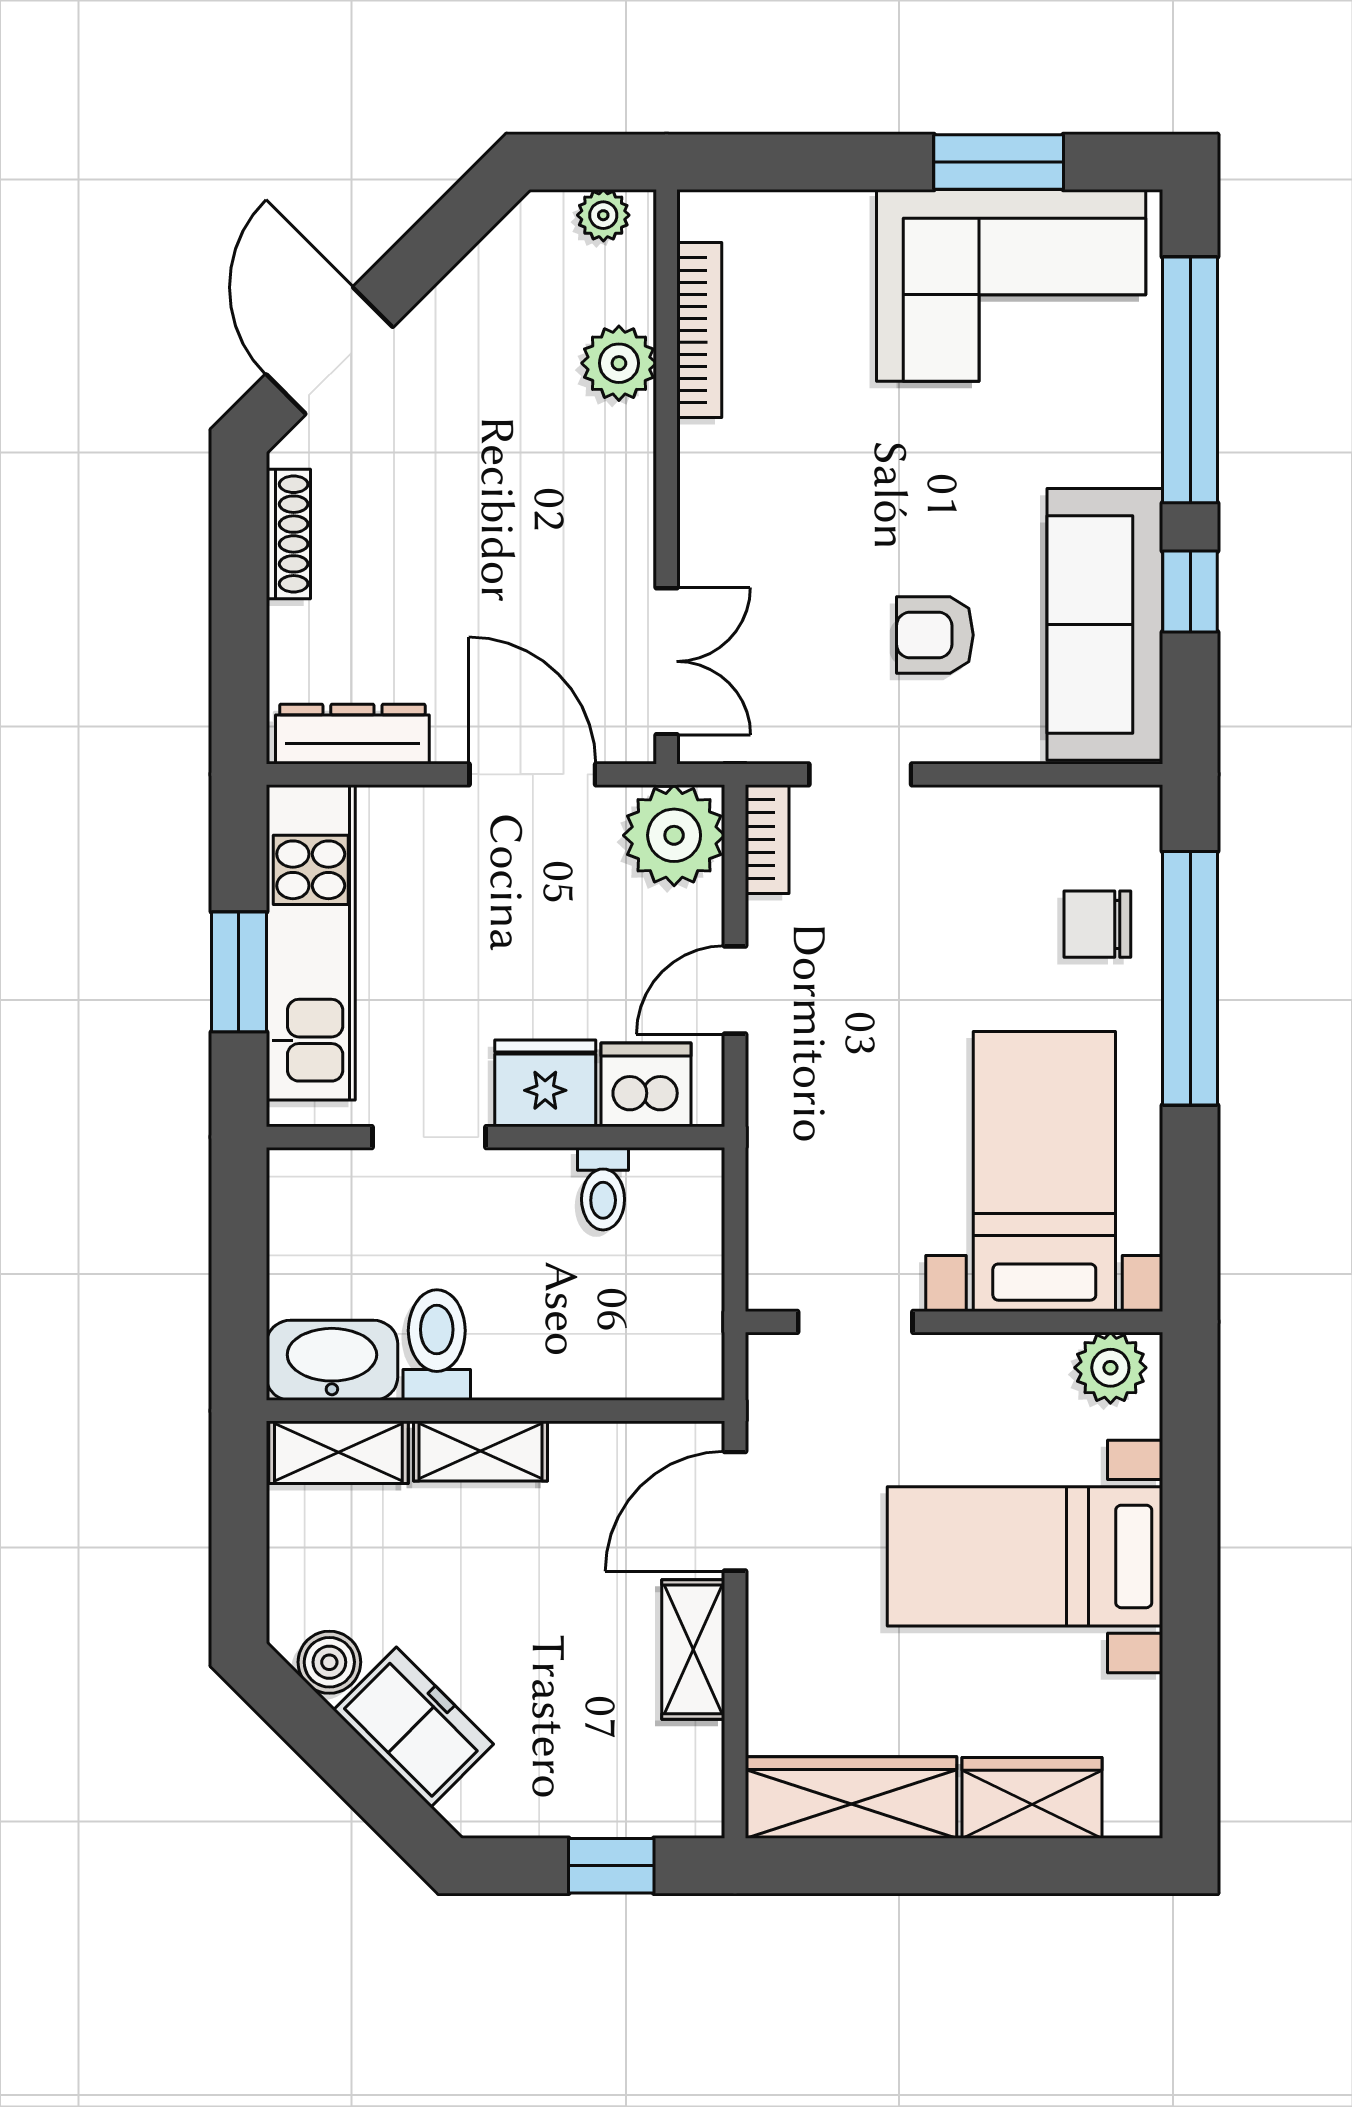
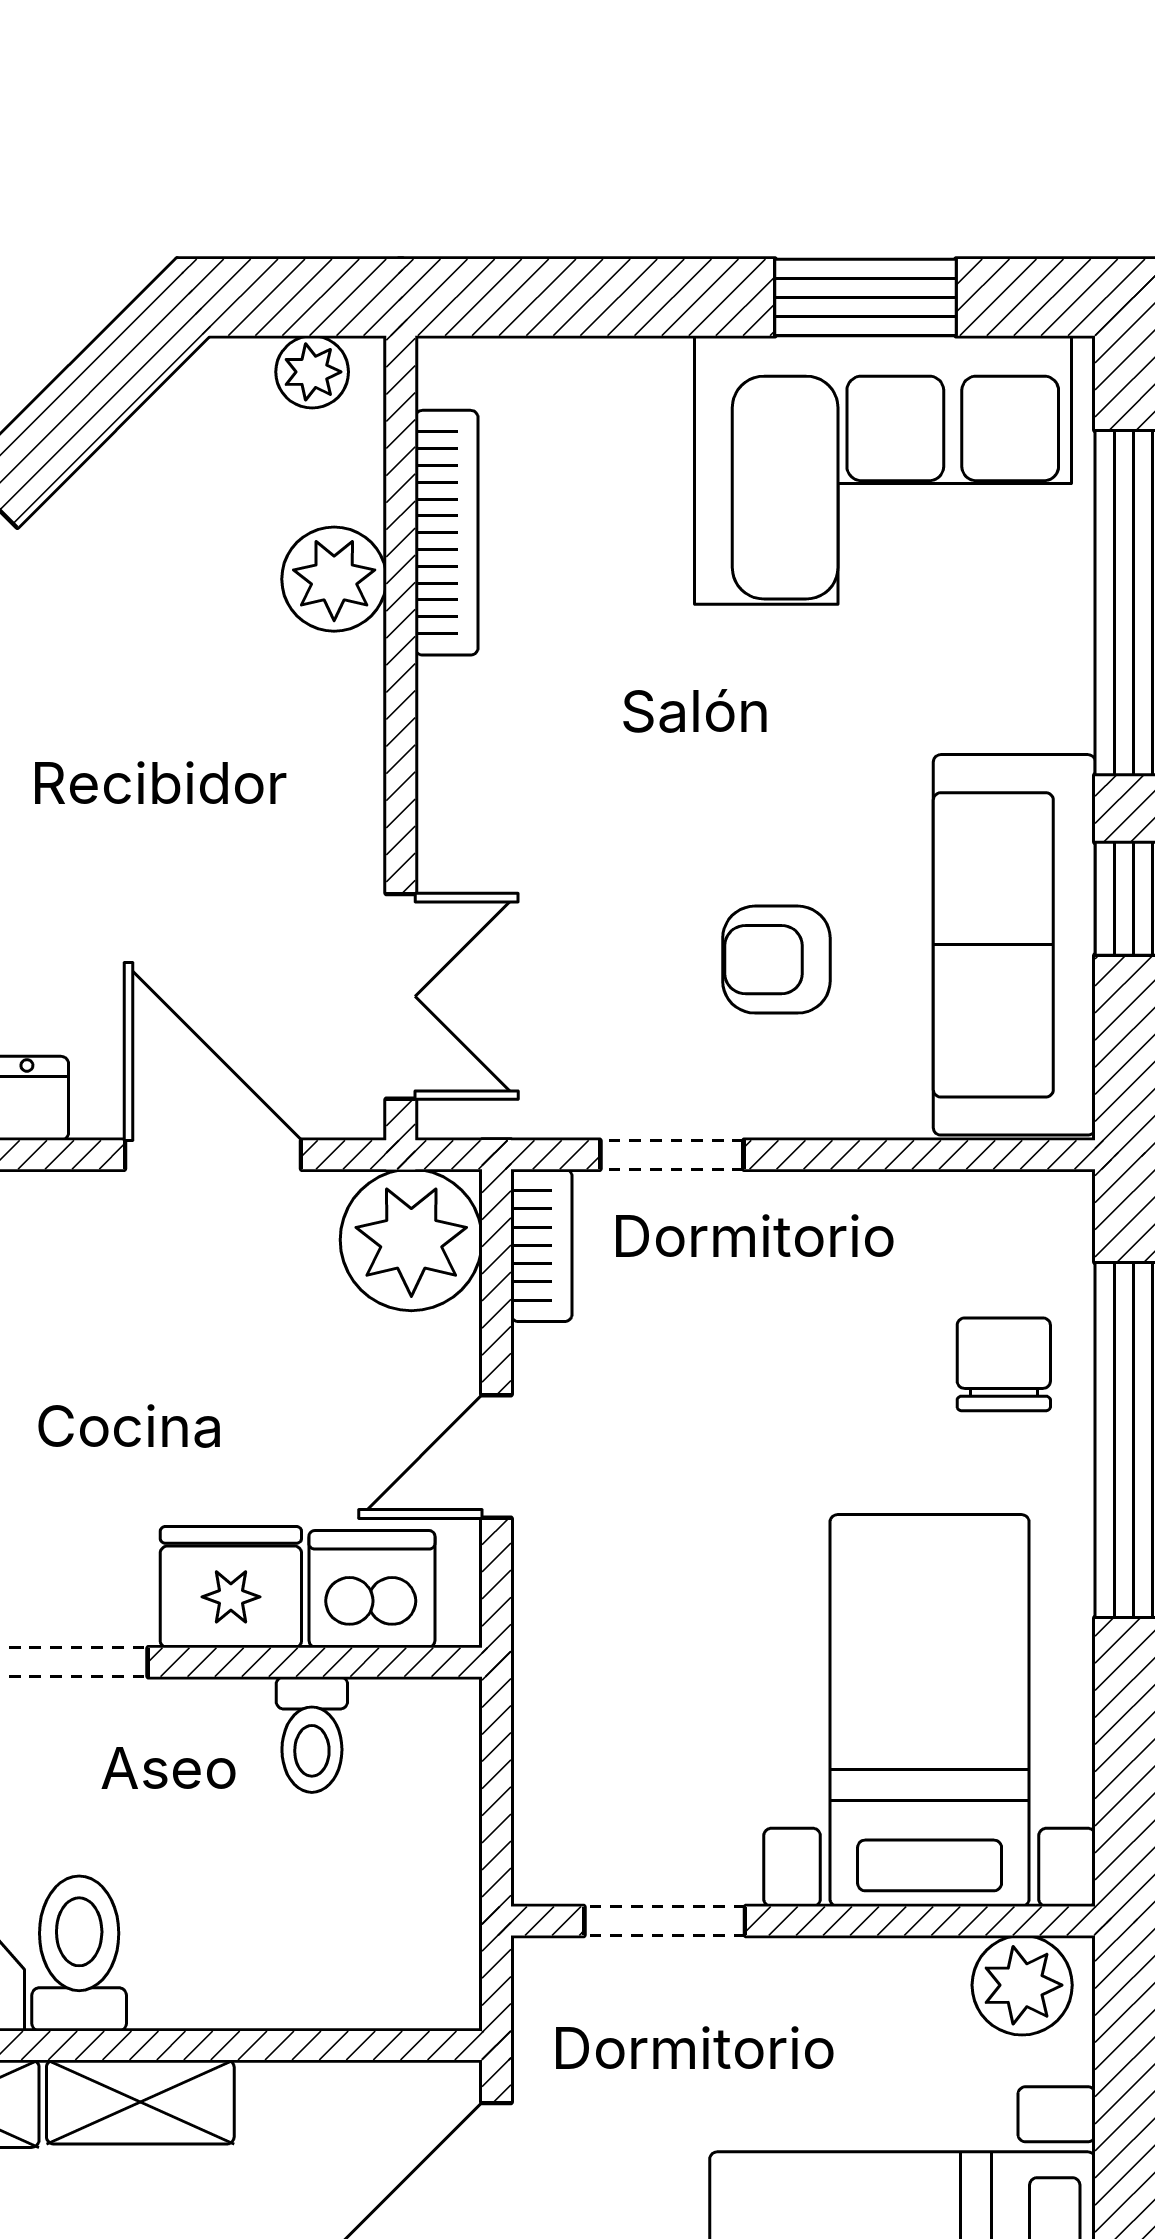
chair: (1097, 924) -> (1004, 1364), turned 90

